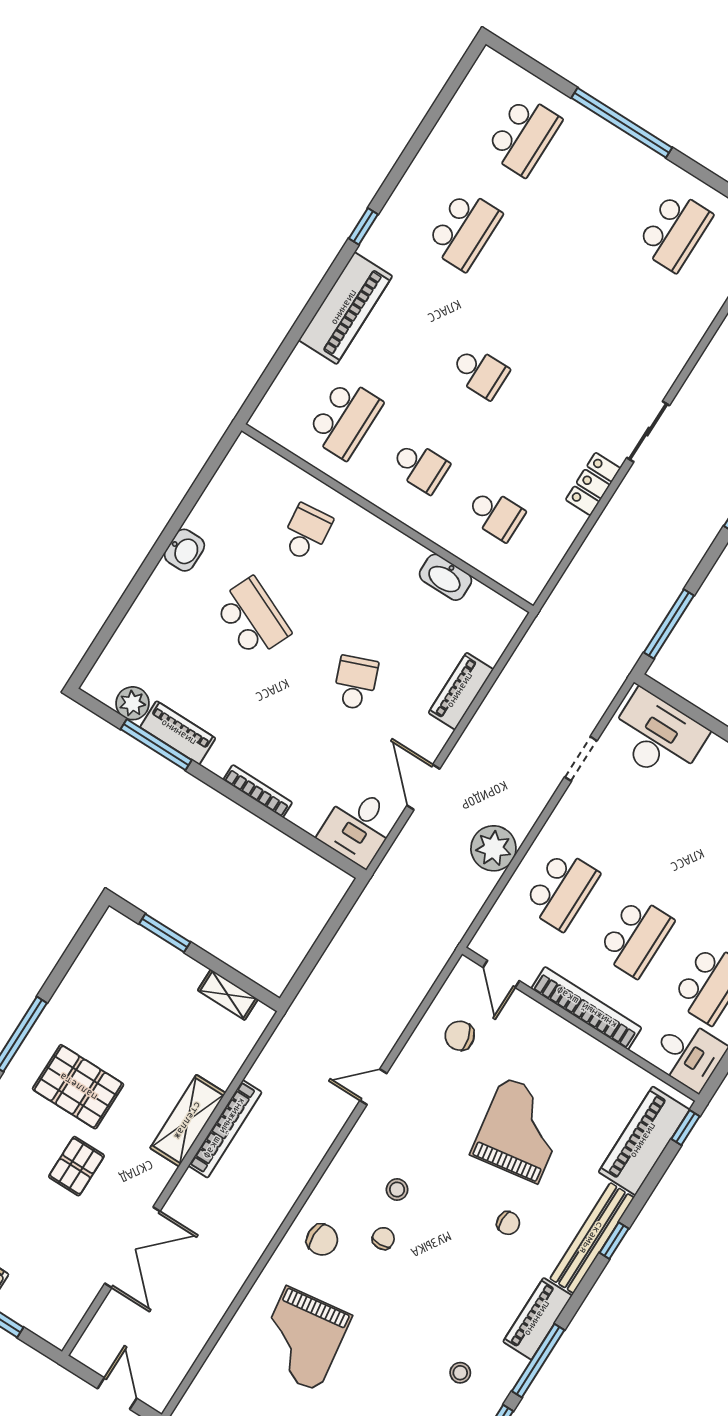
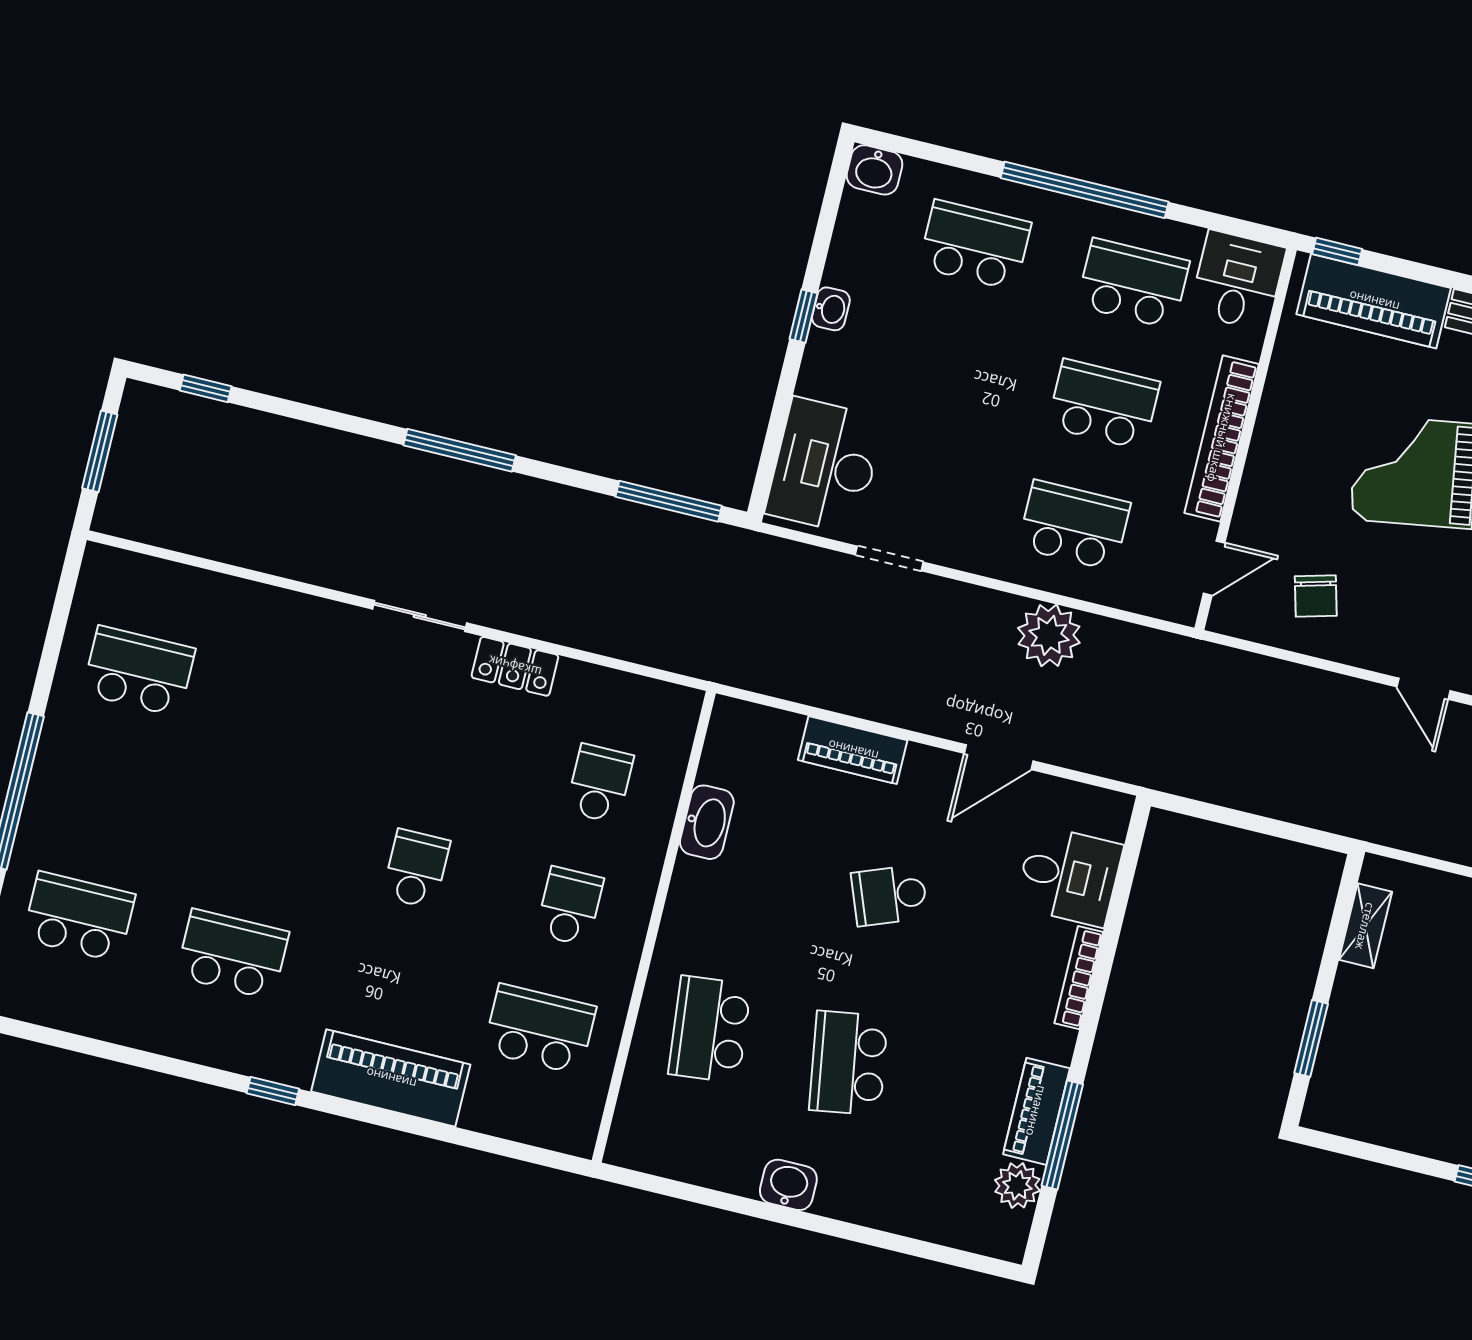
school desk: (306, 533) -> (710, 1029), width x1.85
school desk: (252, 618) -> (848, 1063), turned -33
desk: (358, 827) -> (1069, 876), moved

